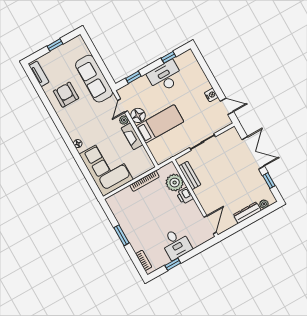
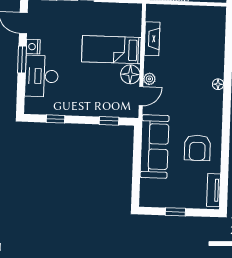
desk: (165, 77) -> (42, 76), moved, turned 90
window: (213, 82) -> (22, 59), added
fireplace: (132, 136) -> (152, 39), moved
corner sofa: (106, 167) -> (202, 38), removed

